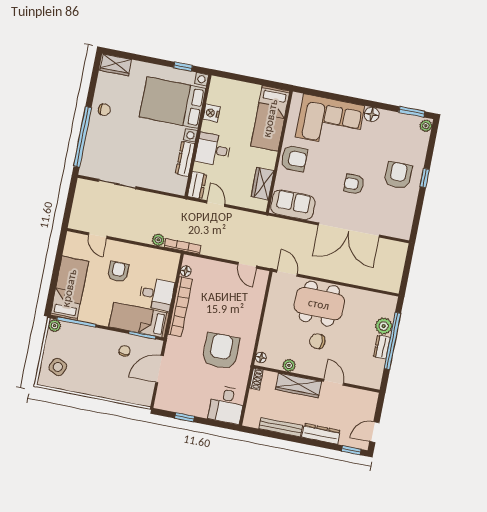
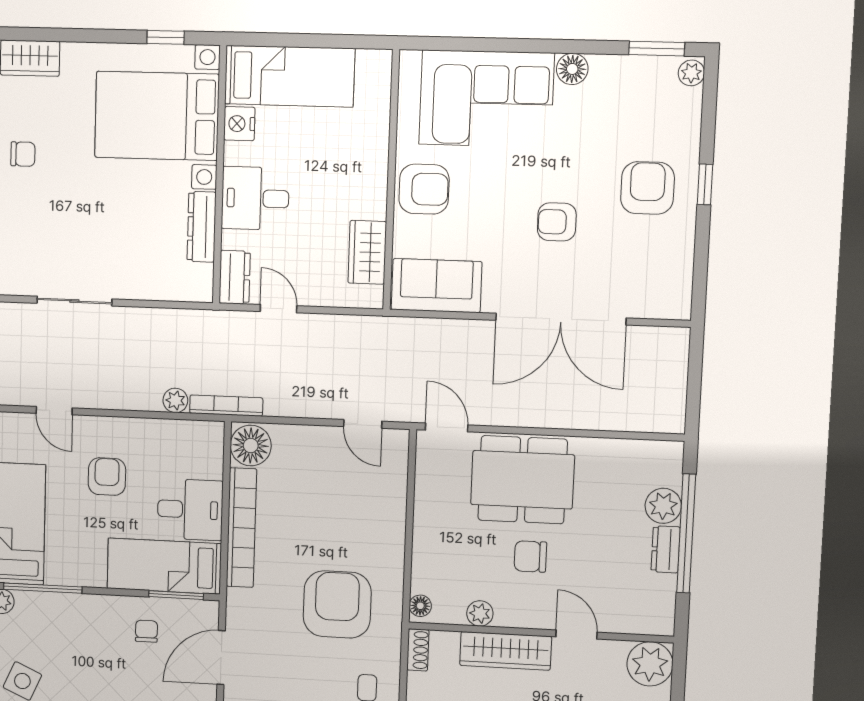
bed: (270, 118) -> (290, 76), moved, turned -90
floor lamp: (186, 271) -> (251, 446), width x1.89, depth x1.89
plant: (366, 401) -> (650, 664), added

